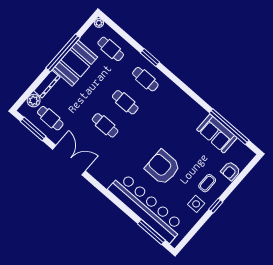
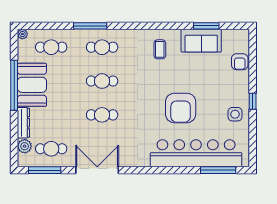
window: (150, 57) -> (90, 26), width x1.44
window: (229, 127) -> (206, 26), width x0.47
armchair: (163, 167) -> (181, 108), turned -90
coffee table: (207, 183) -> (160, 49), moved

